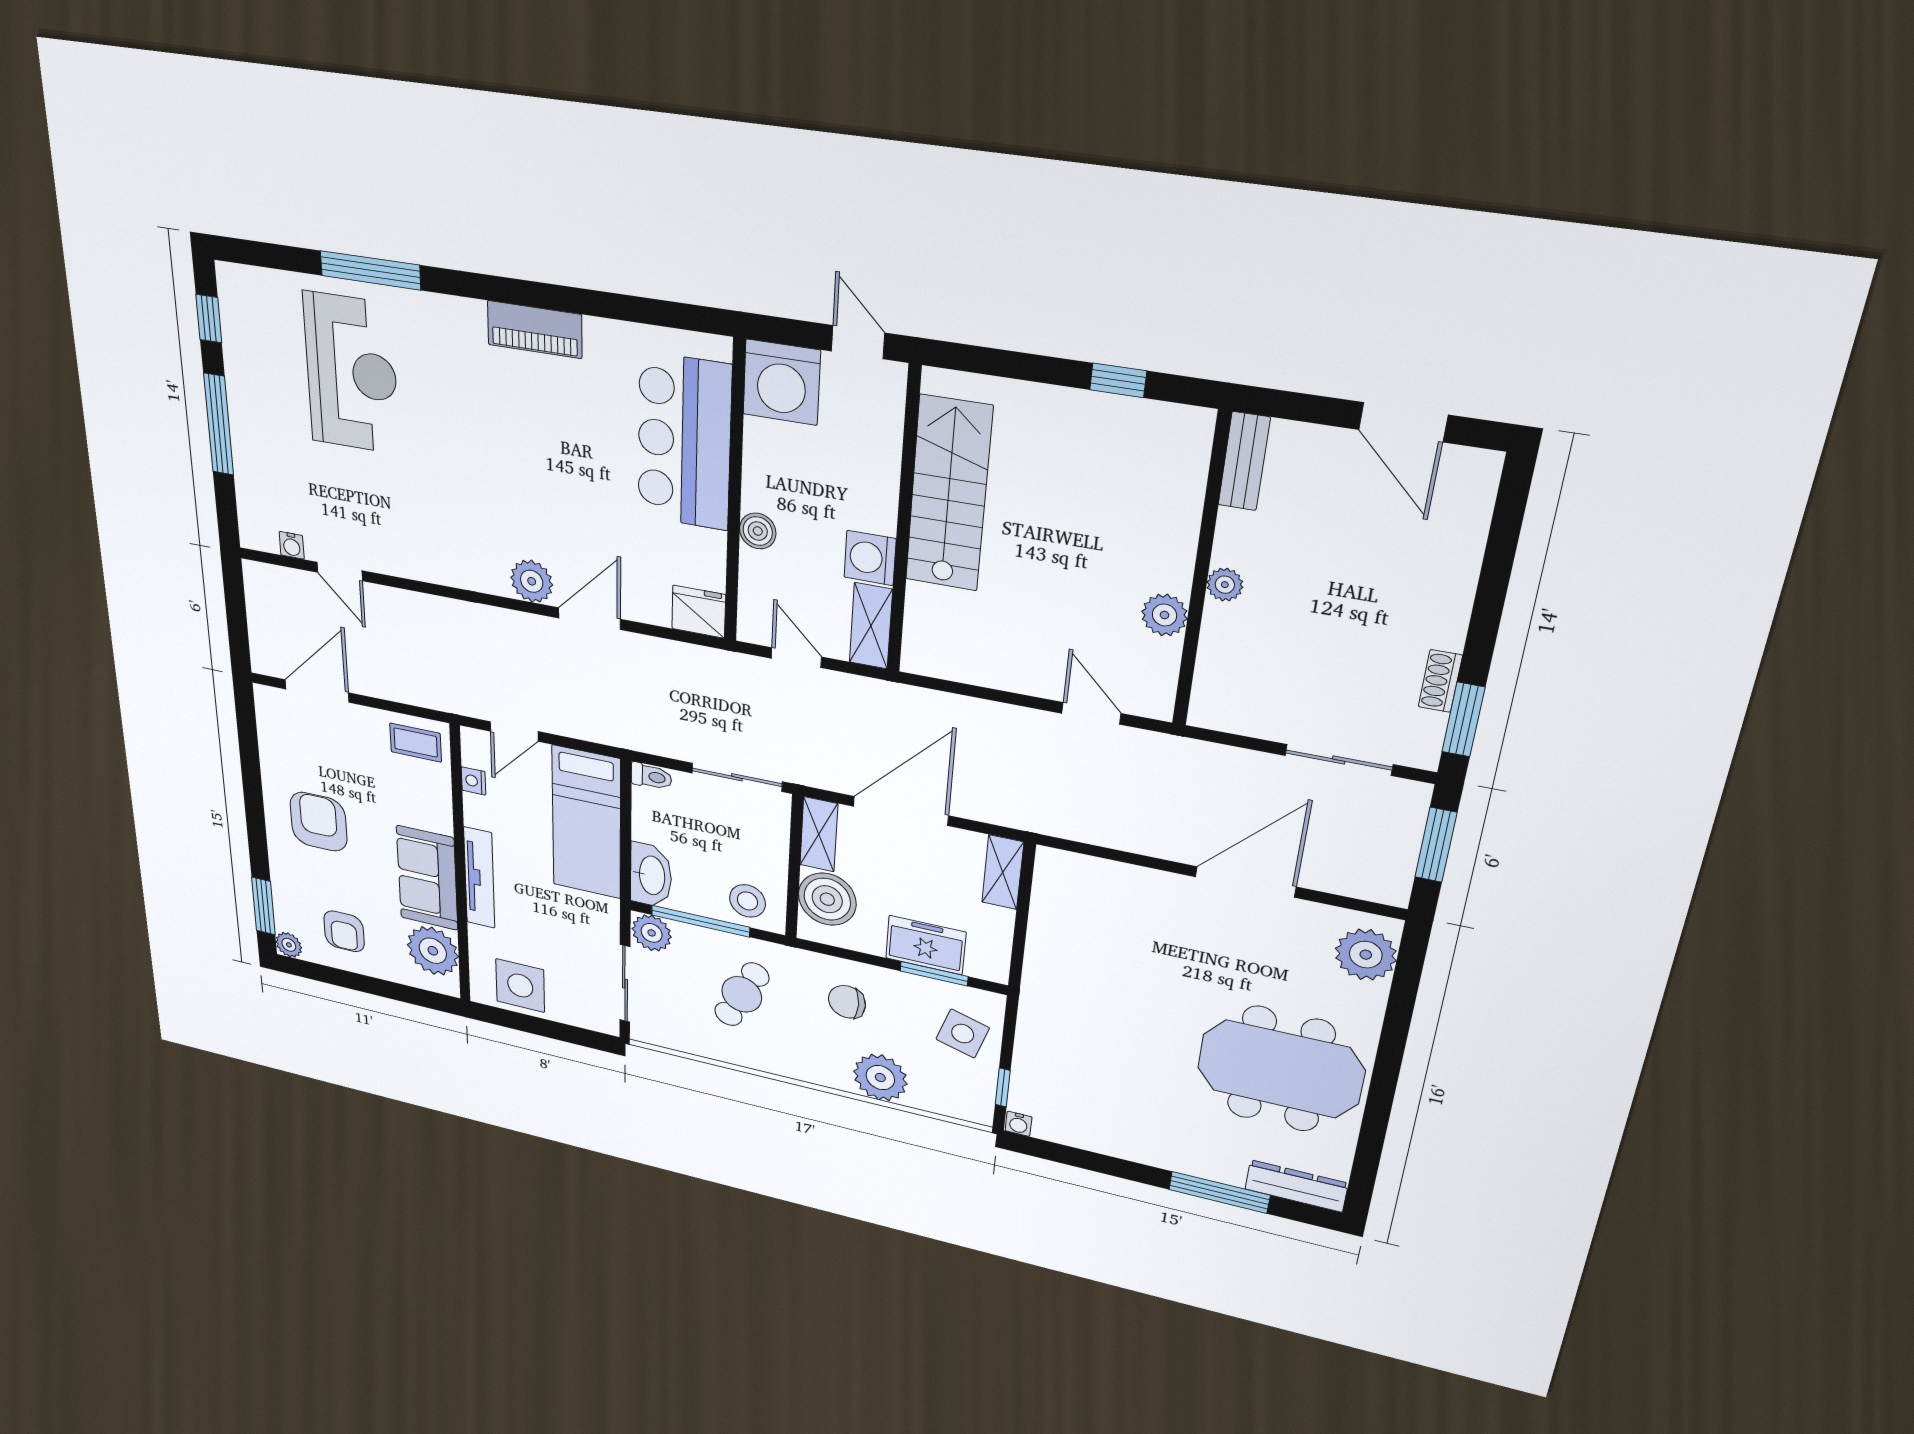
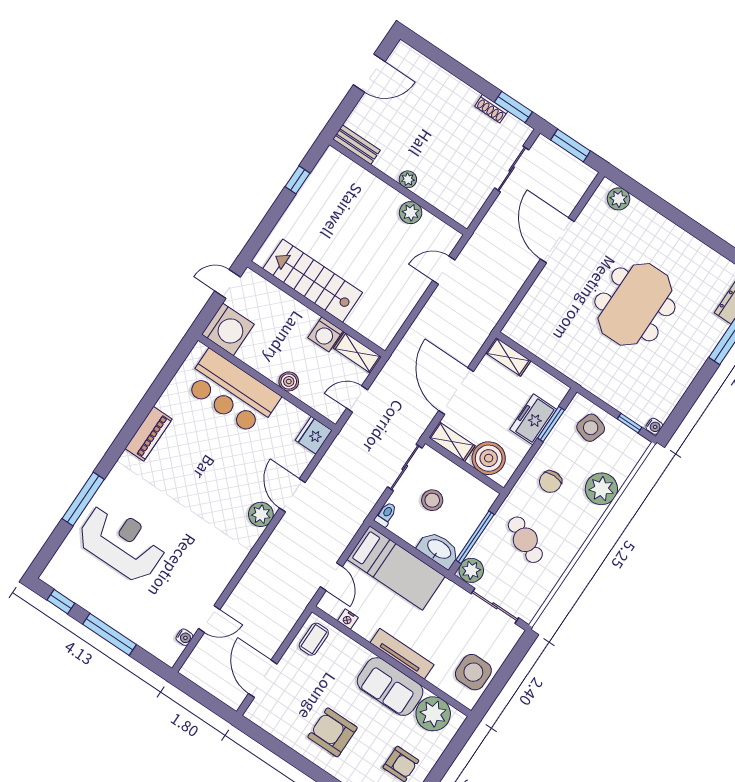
stool: (747, 901) -> (432, 500), moved
plant: (1366, 955) -> (619, 199), width x0.73, depth x0.73
meeting table: (1281, 1069) -> (635, 304), moved

